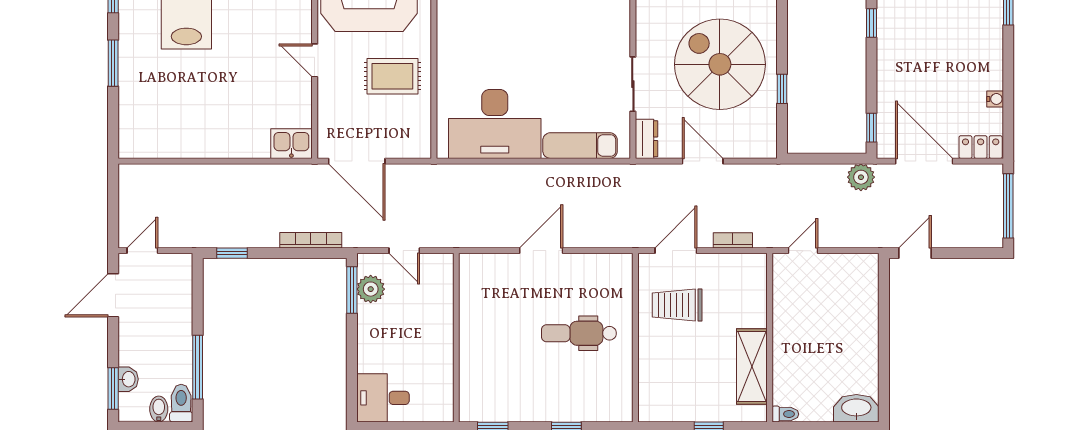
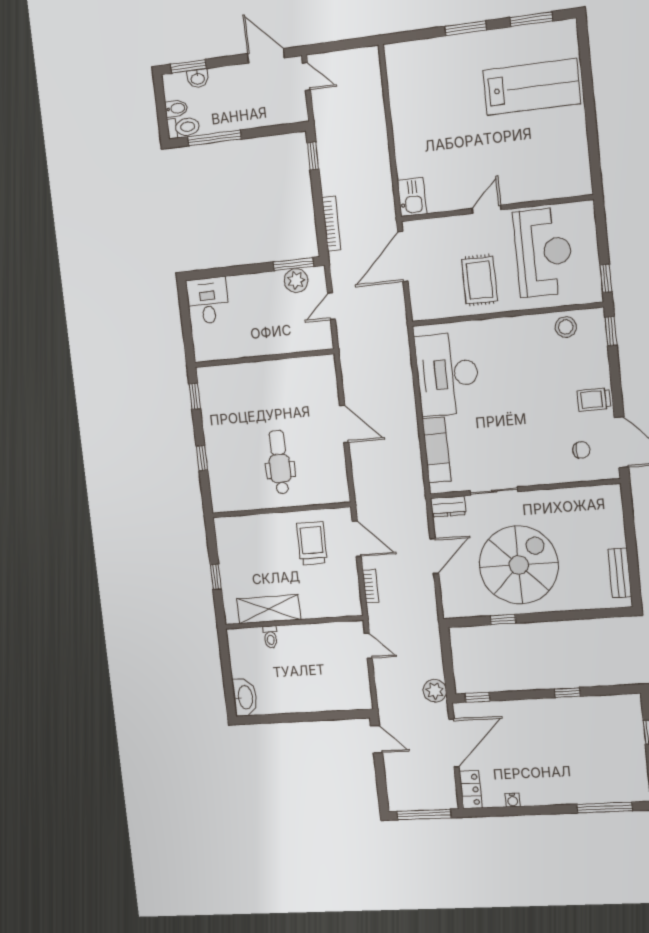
toilet: (785, 414) -> (270, 637), moved

